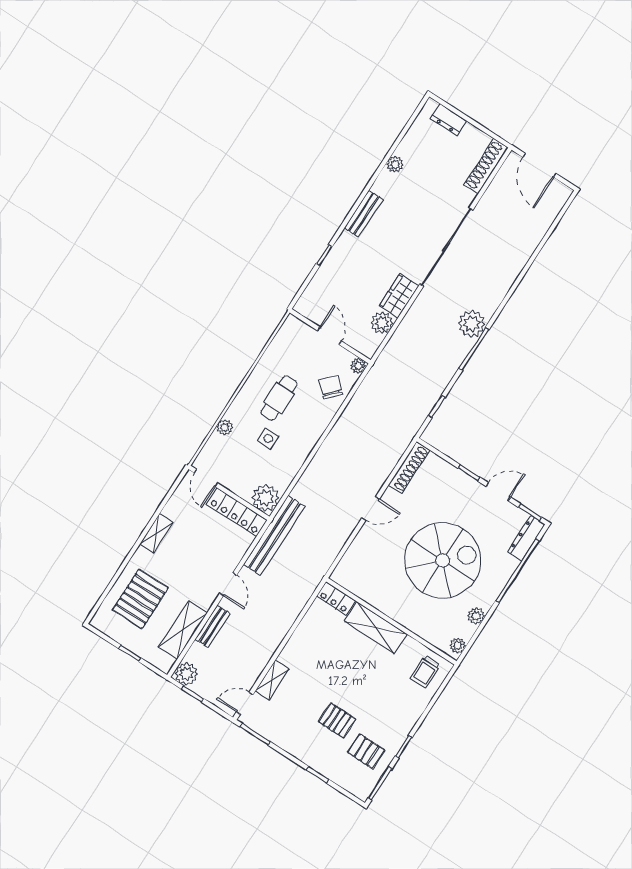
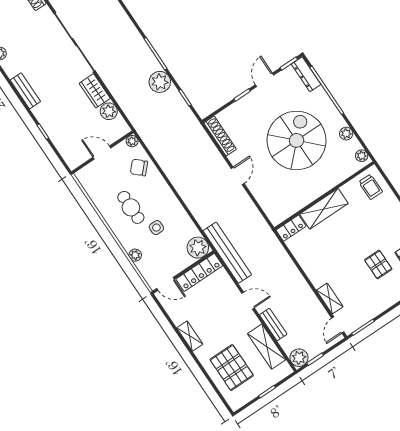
plant: (472, 324) -> (160, 82), moved
pallet: (337, 720) -> (378, 264), turned 90

